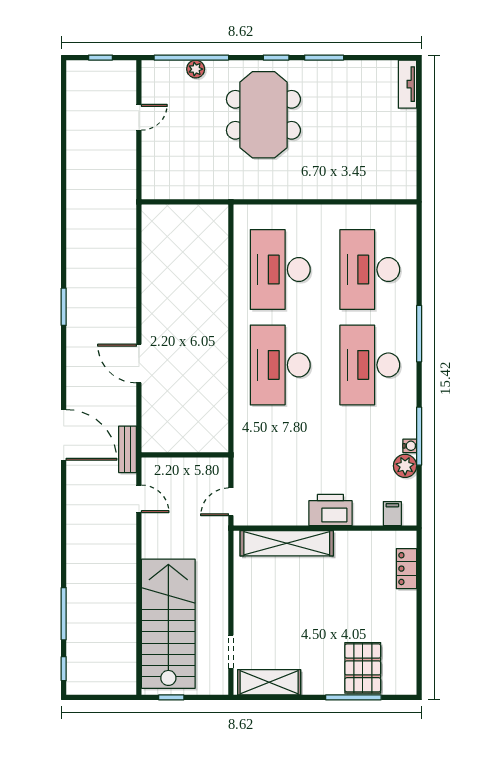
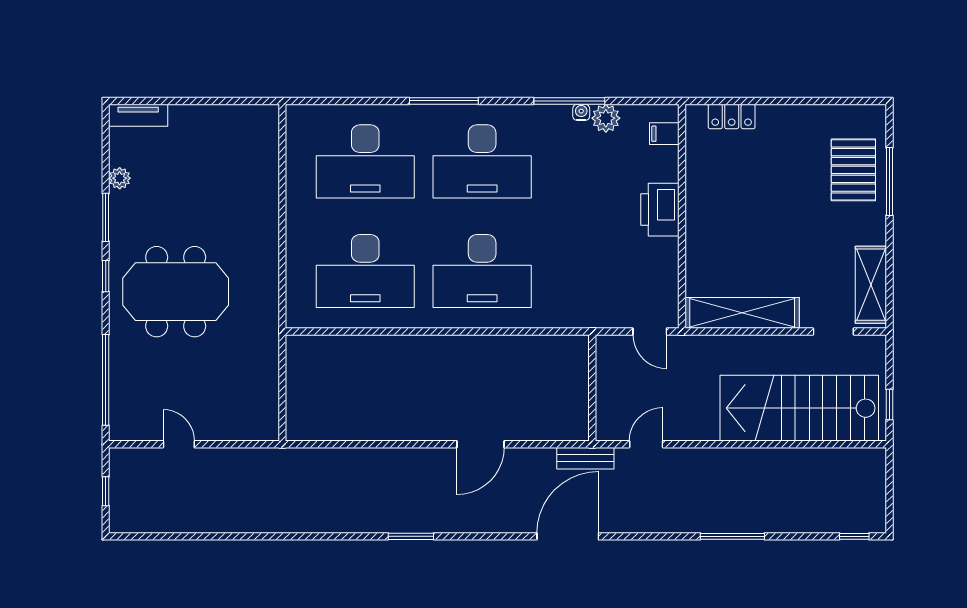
plant: (196, 69) -> (120, 178), moved
shelving: (287, 543) -> (742, 313), moved, turned 90
window: (64, 614) -> (732, 536), moved
pallet: (363, 668) -> (853, 170), turned 90

